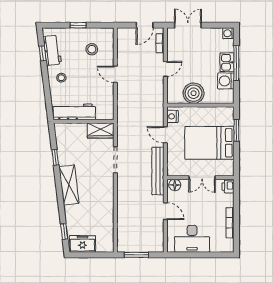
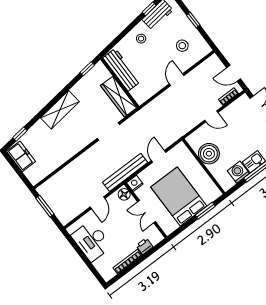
nightstand: (172, 116) -> (135, 183), moved
wardrobe: (101, 130) -> (119, 97), width x1.50
window: (55, 157) -> (87, 69), moved
printer: (228, 187) -> (144, 246), moved

